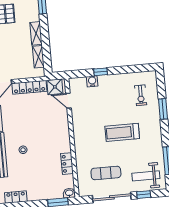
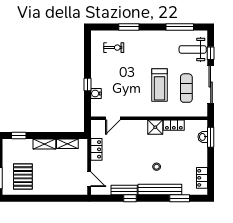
locker: (29, 87) -> (96, 149), width x0.66
shower: (55, 87) -> (155, 127), moved
treadmill: (122, 132) -> (159, 85), moved
weight bench: (146, 176) -> (193, 49), turned 90
washbasin: (69, 193) -> (203, 137), moved

